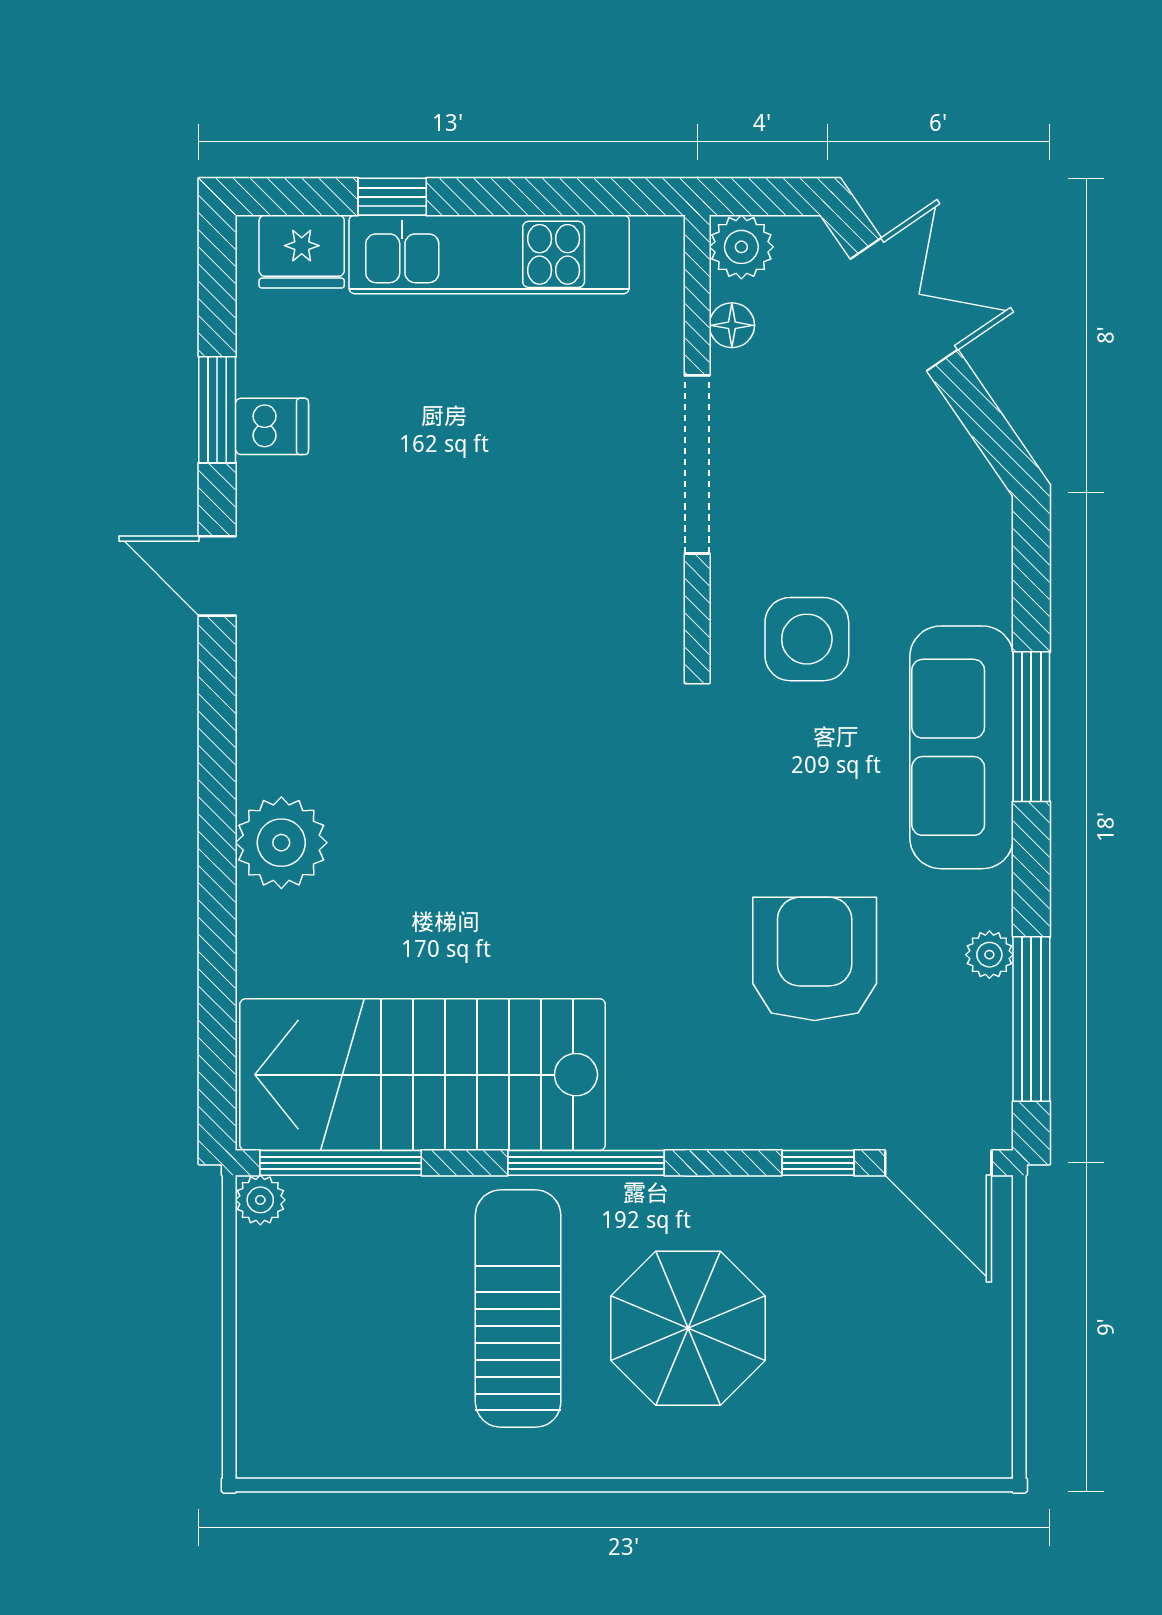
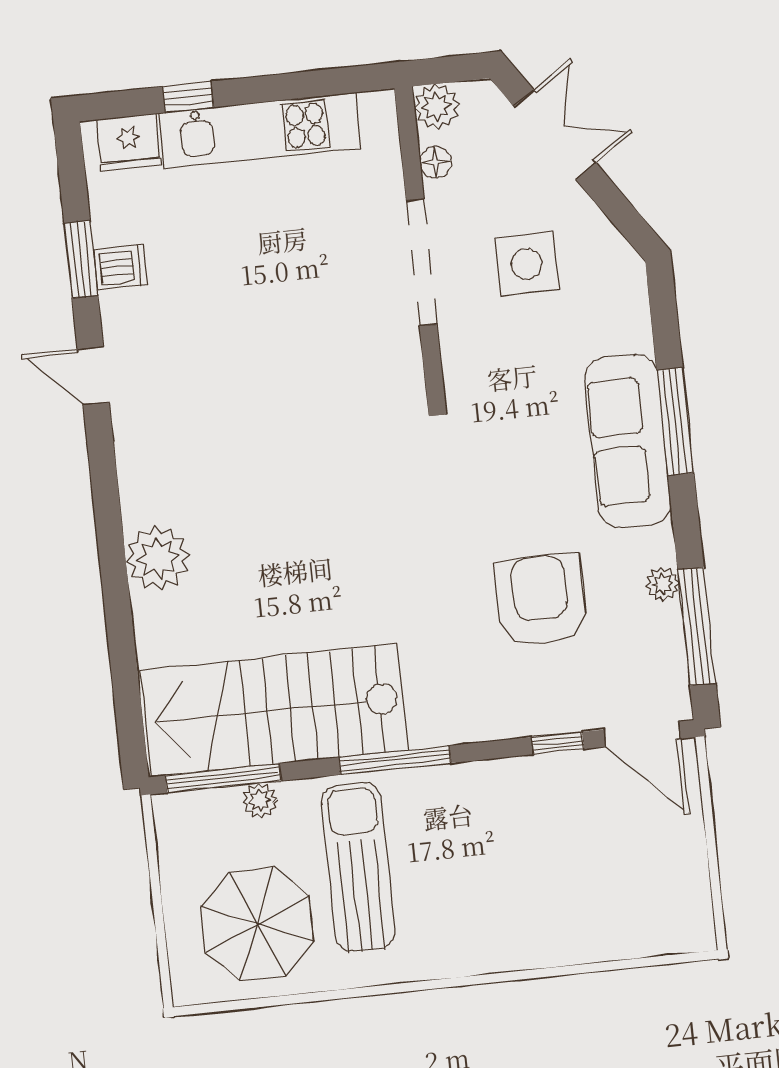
side table: (807, 639) -> (527, 264), moved
plant: (260, 1200) -> (260, 801), moved
parasol: (688, 1328) -> (257, 924), moved

